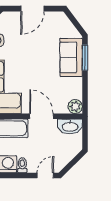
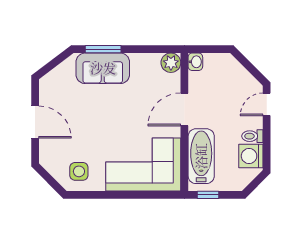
washbasin: (70, 126) -> (195, 62), width x0.52, depth x0.69
door: (45, 176) -> (267, 104), hinge flipped

